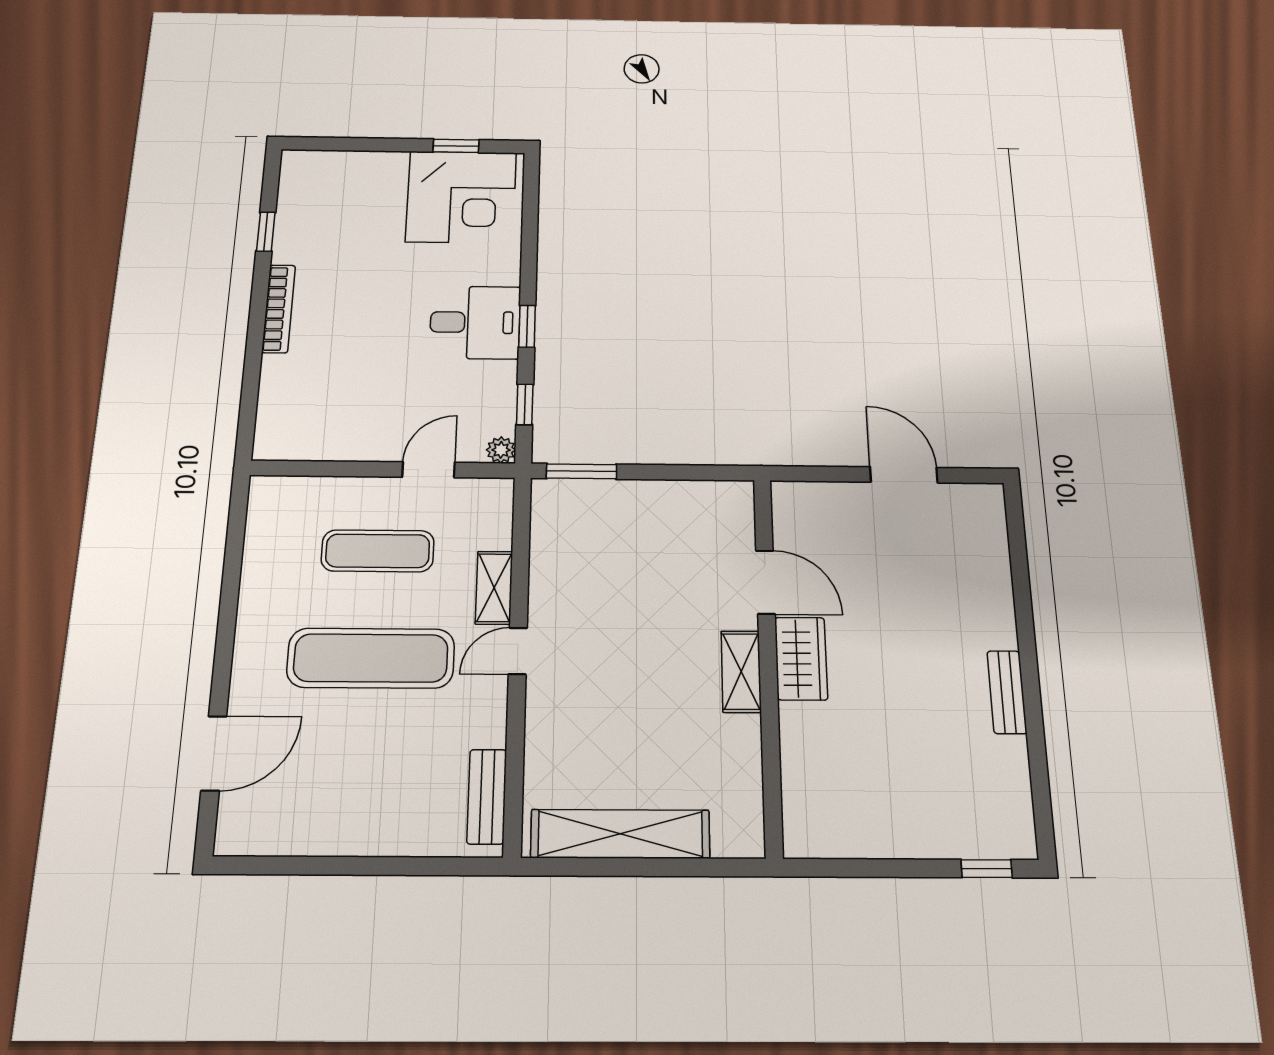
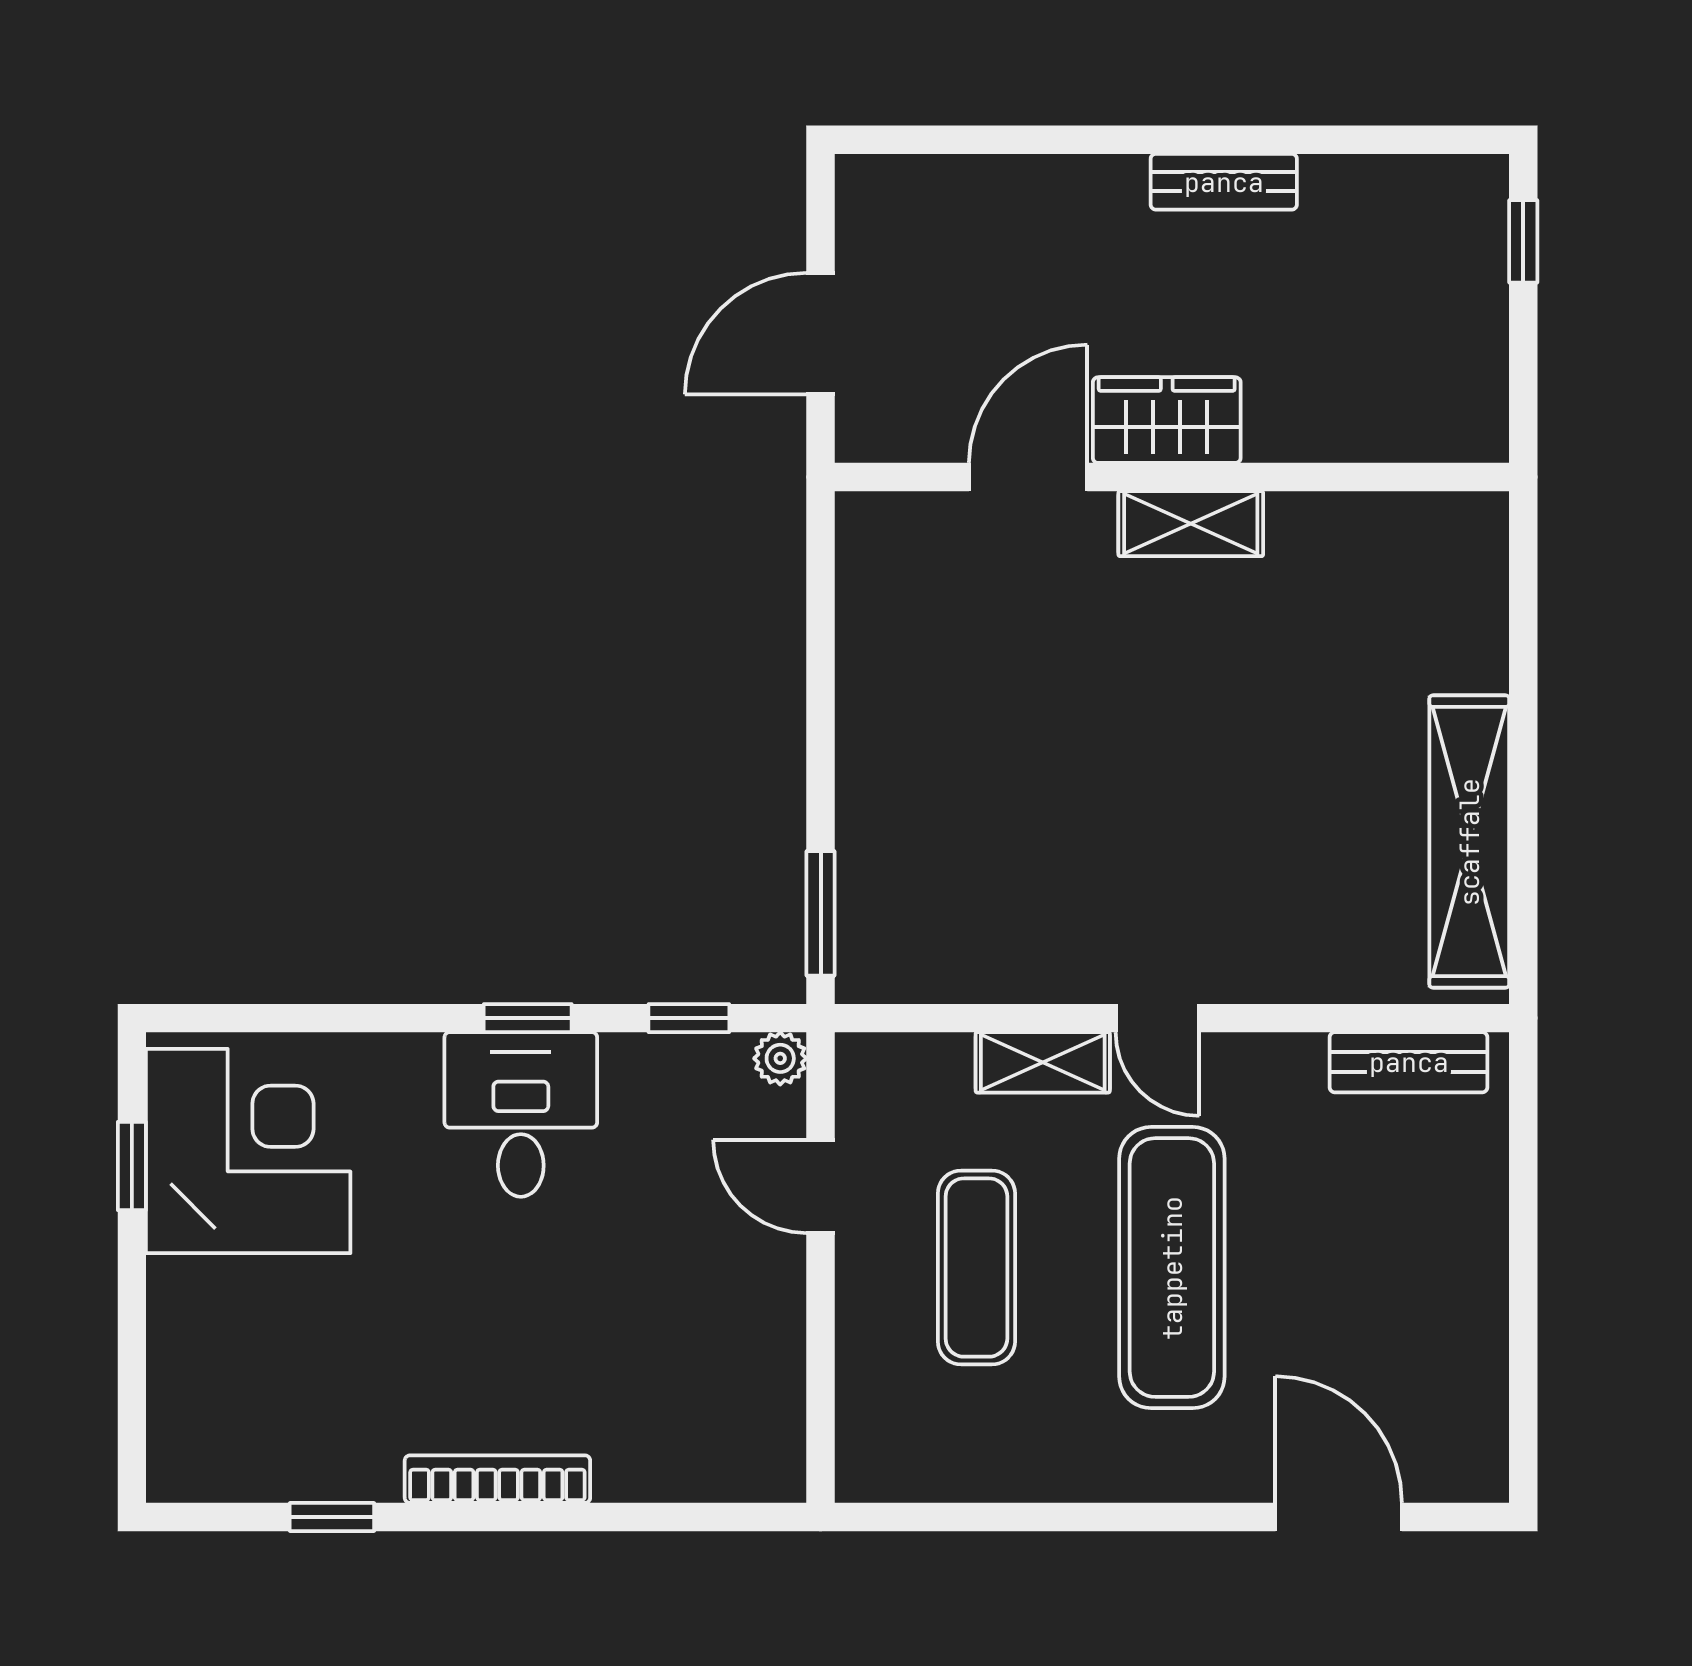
door: (765, 582) -> (1028, 477), moved
wardrobe: (801, 658) -> (1167, 420), moved
wall: (768, 661) -> (1172, 477), moved
shelving: (741, 672) -> (1191, 524), moved

